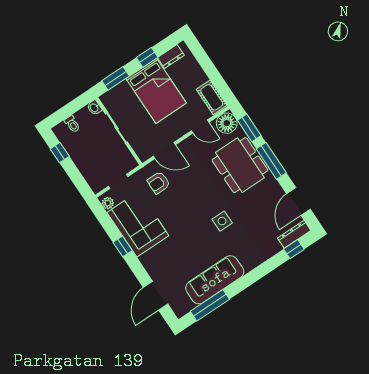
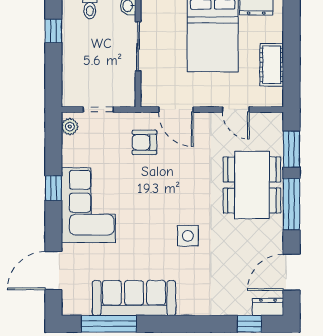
cot: (212, 97) -> (272, 65), moved
floor lamp: (227, 123) -> (269, 126), removed
corner sofa: (138, 224) -> (88, 205), moved
dresser: (294, 234) -> (268, 307), width x0.70

